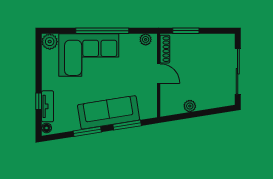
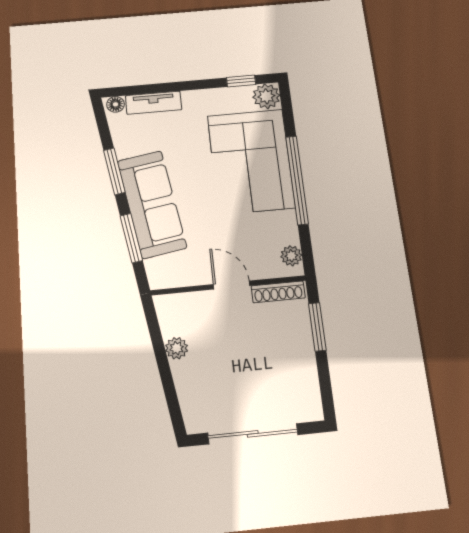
door: (159, 74) -> (232, 285), swing flipped
window: (39, 101) -> (241, 81), moved

